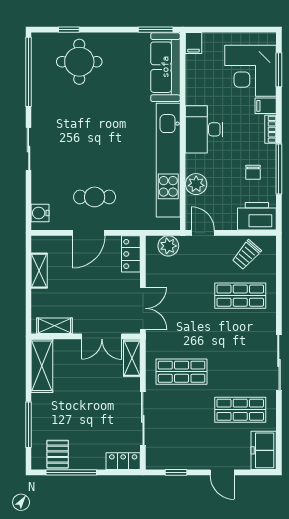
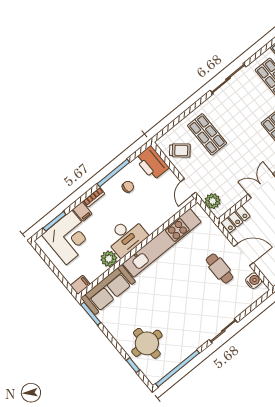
plant: (196, 184) -> (109, 259), moved
water cooler: (40, 213) -> (254, 281), moved, turned -90

